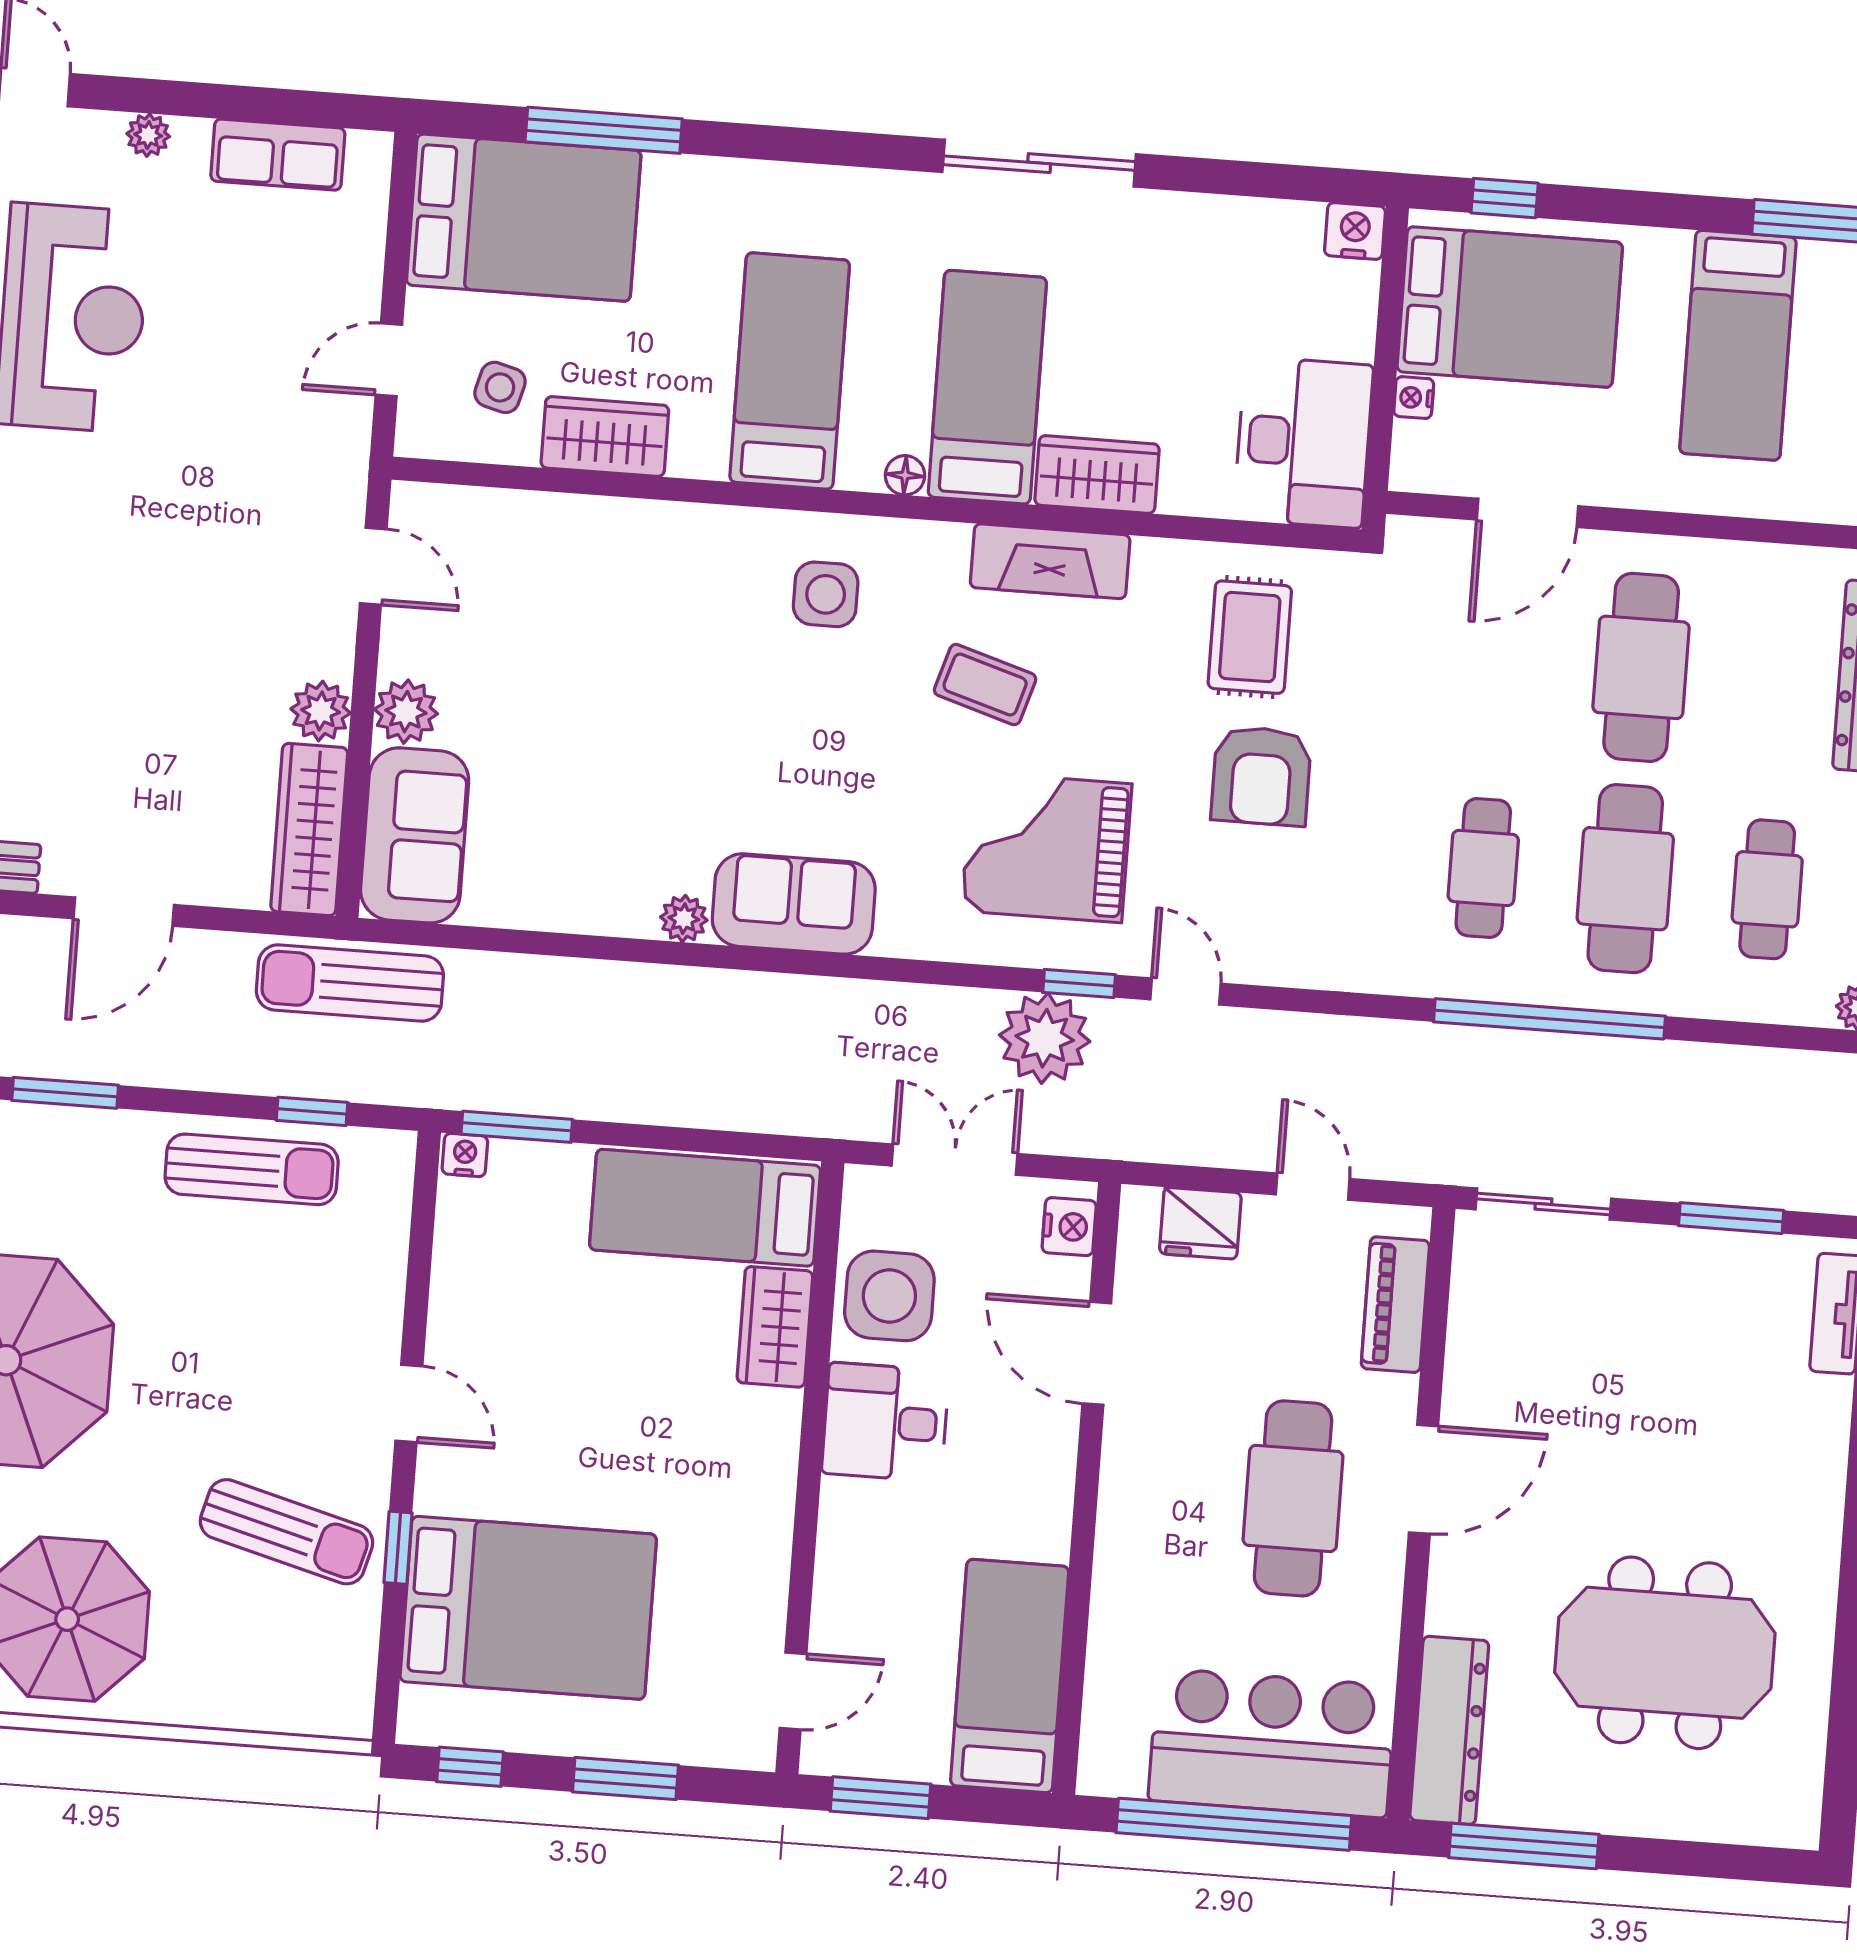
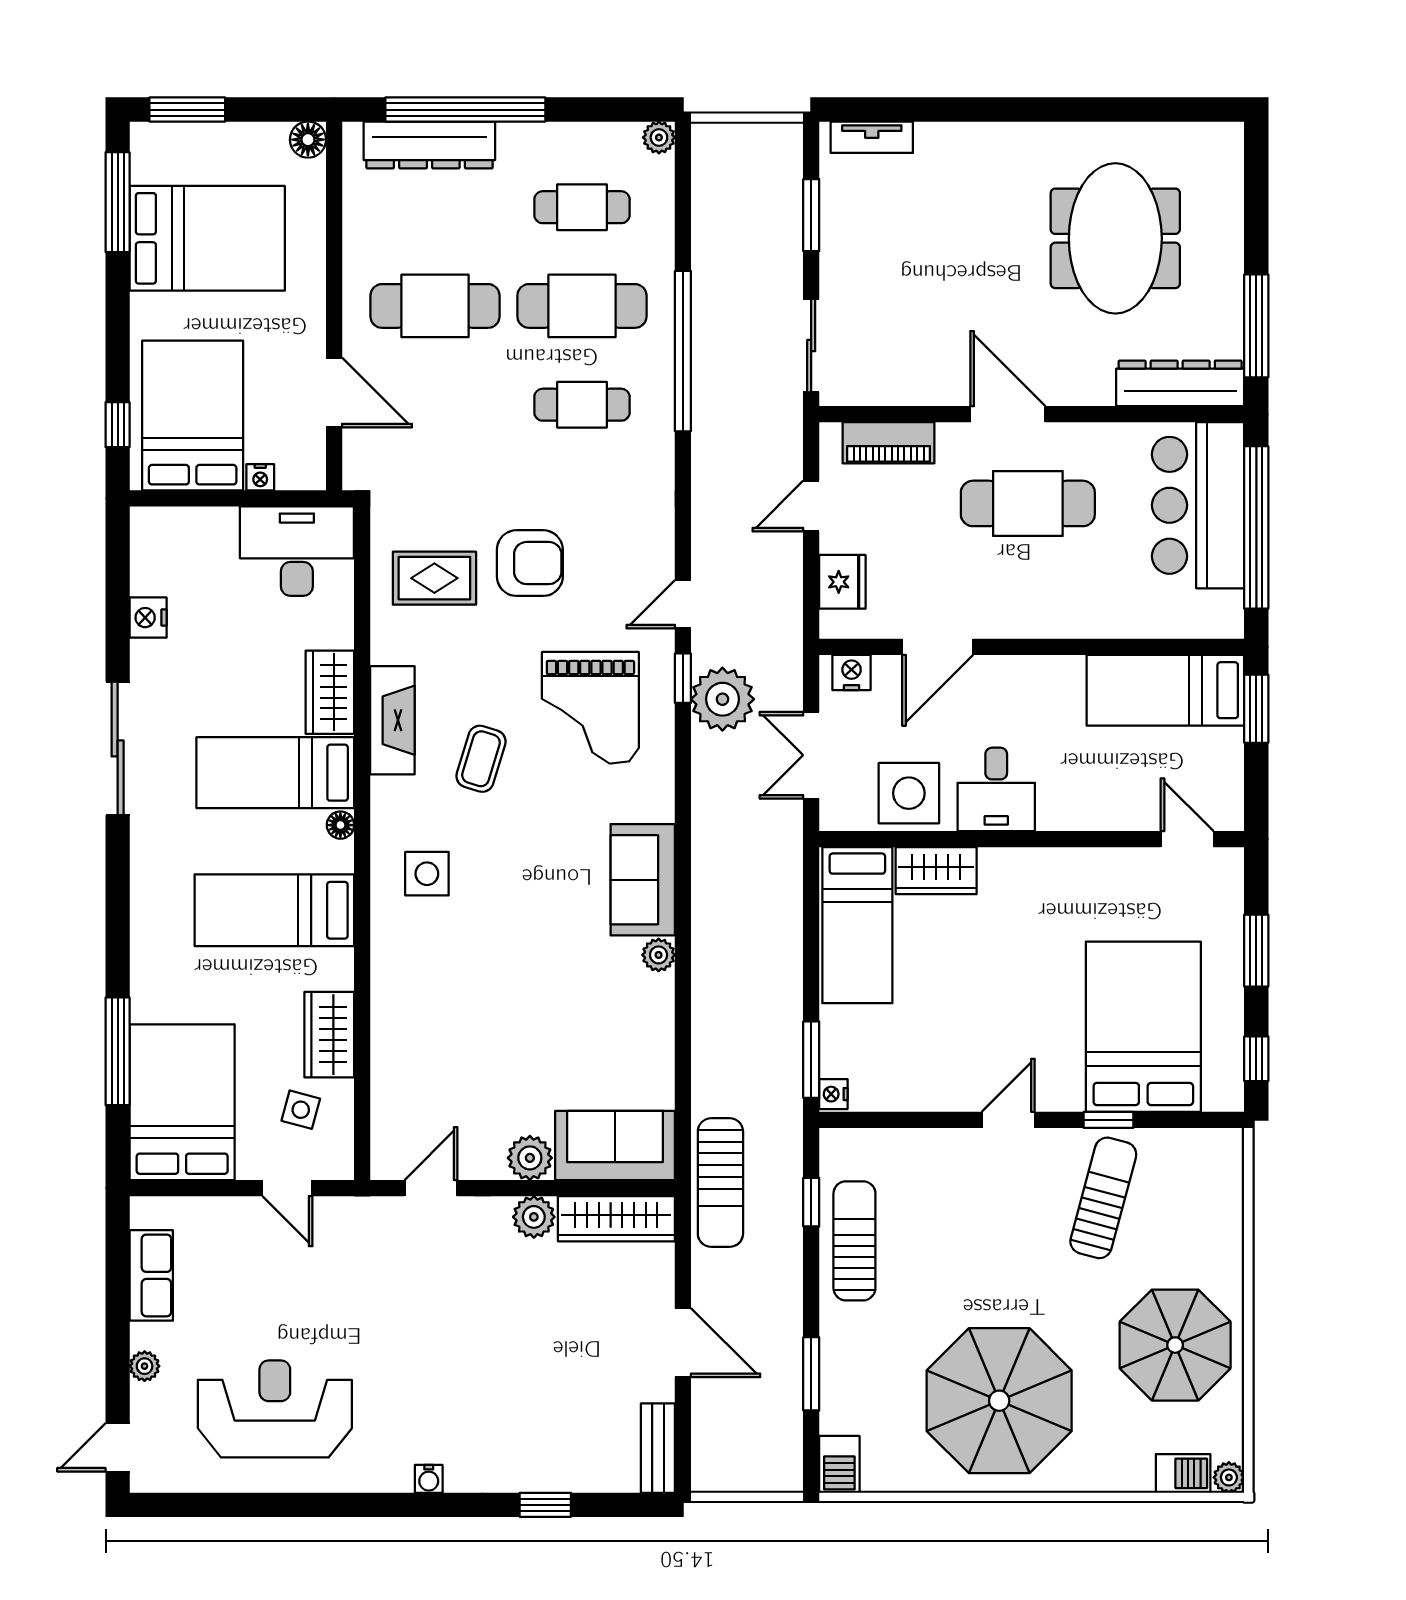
nightstand: (1355, 231) -> (148, 618), moved
bed: (1738, 345) -> (207, 238), width x1.50
window: (881, 1798) -> (1256, 709), moved

